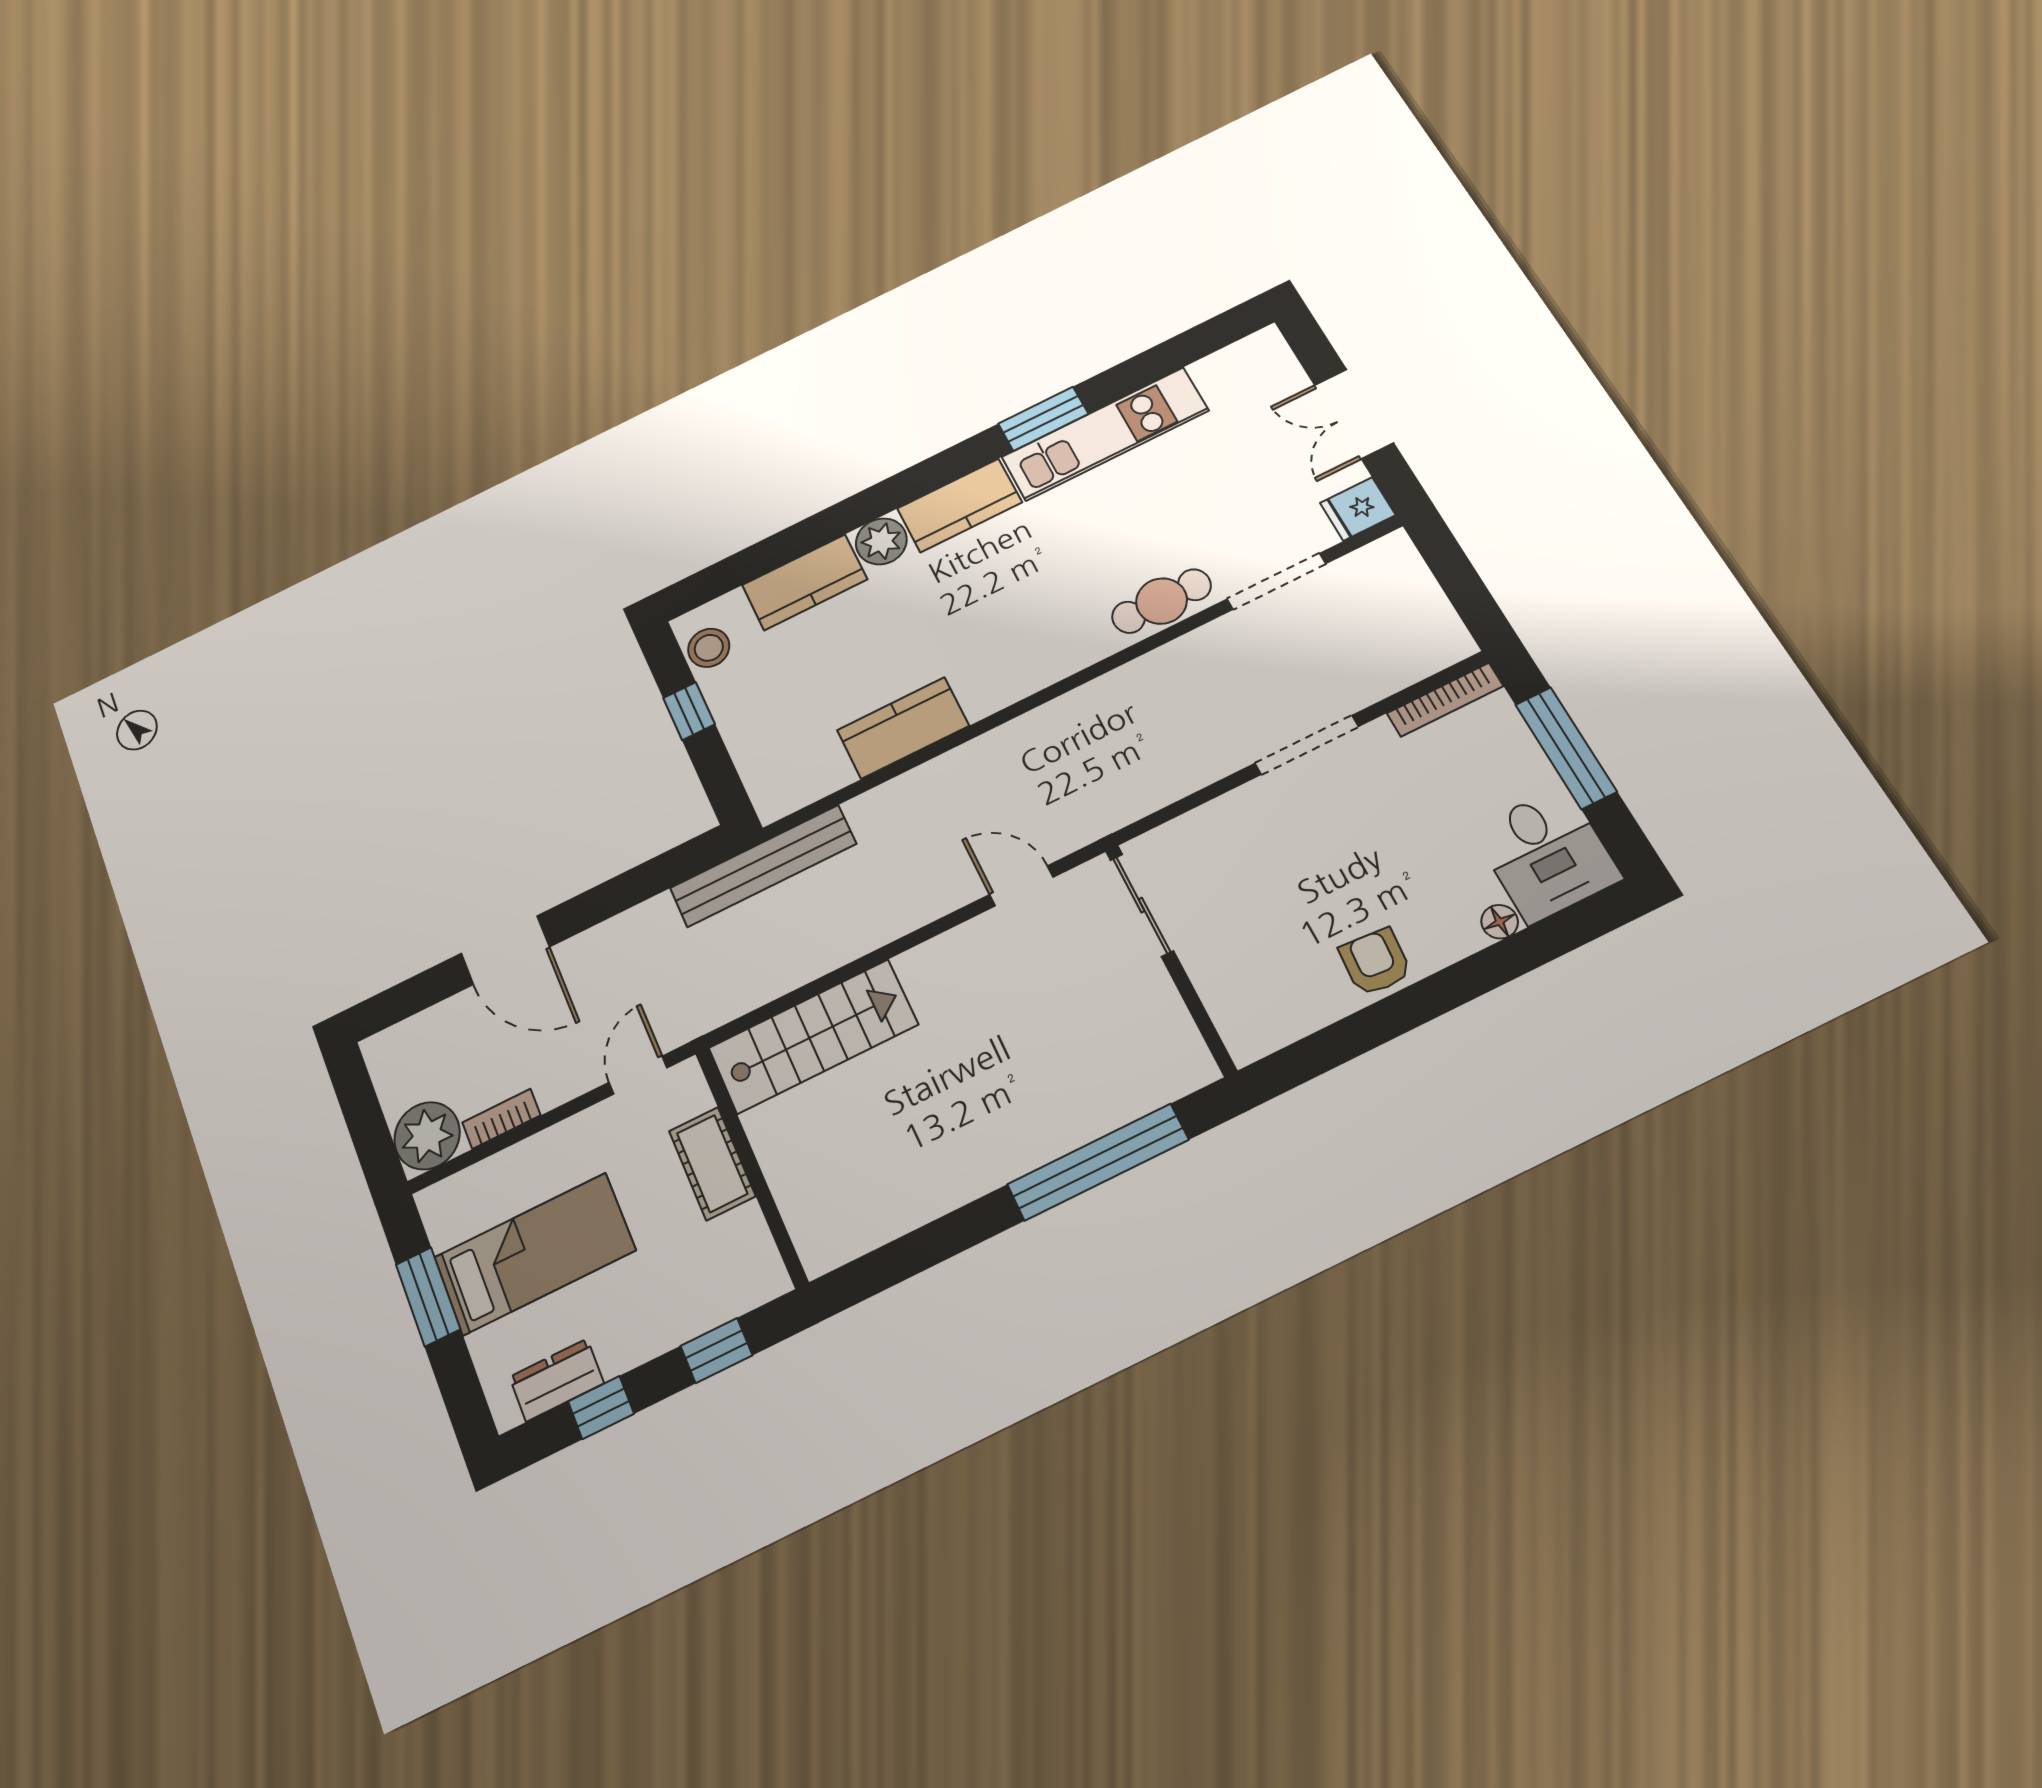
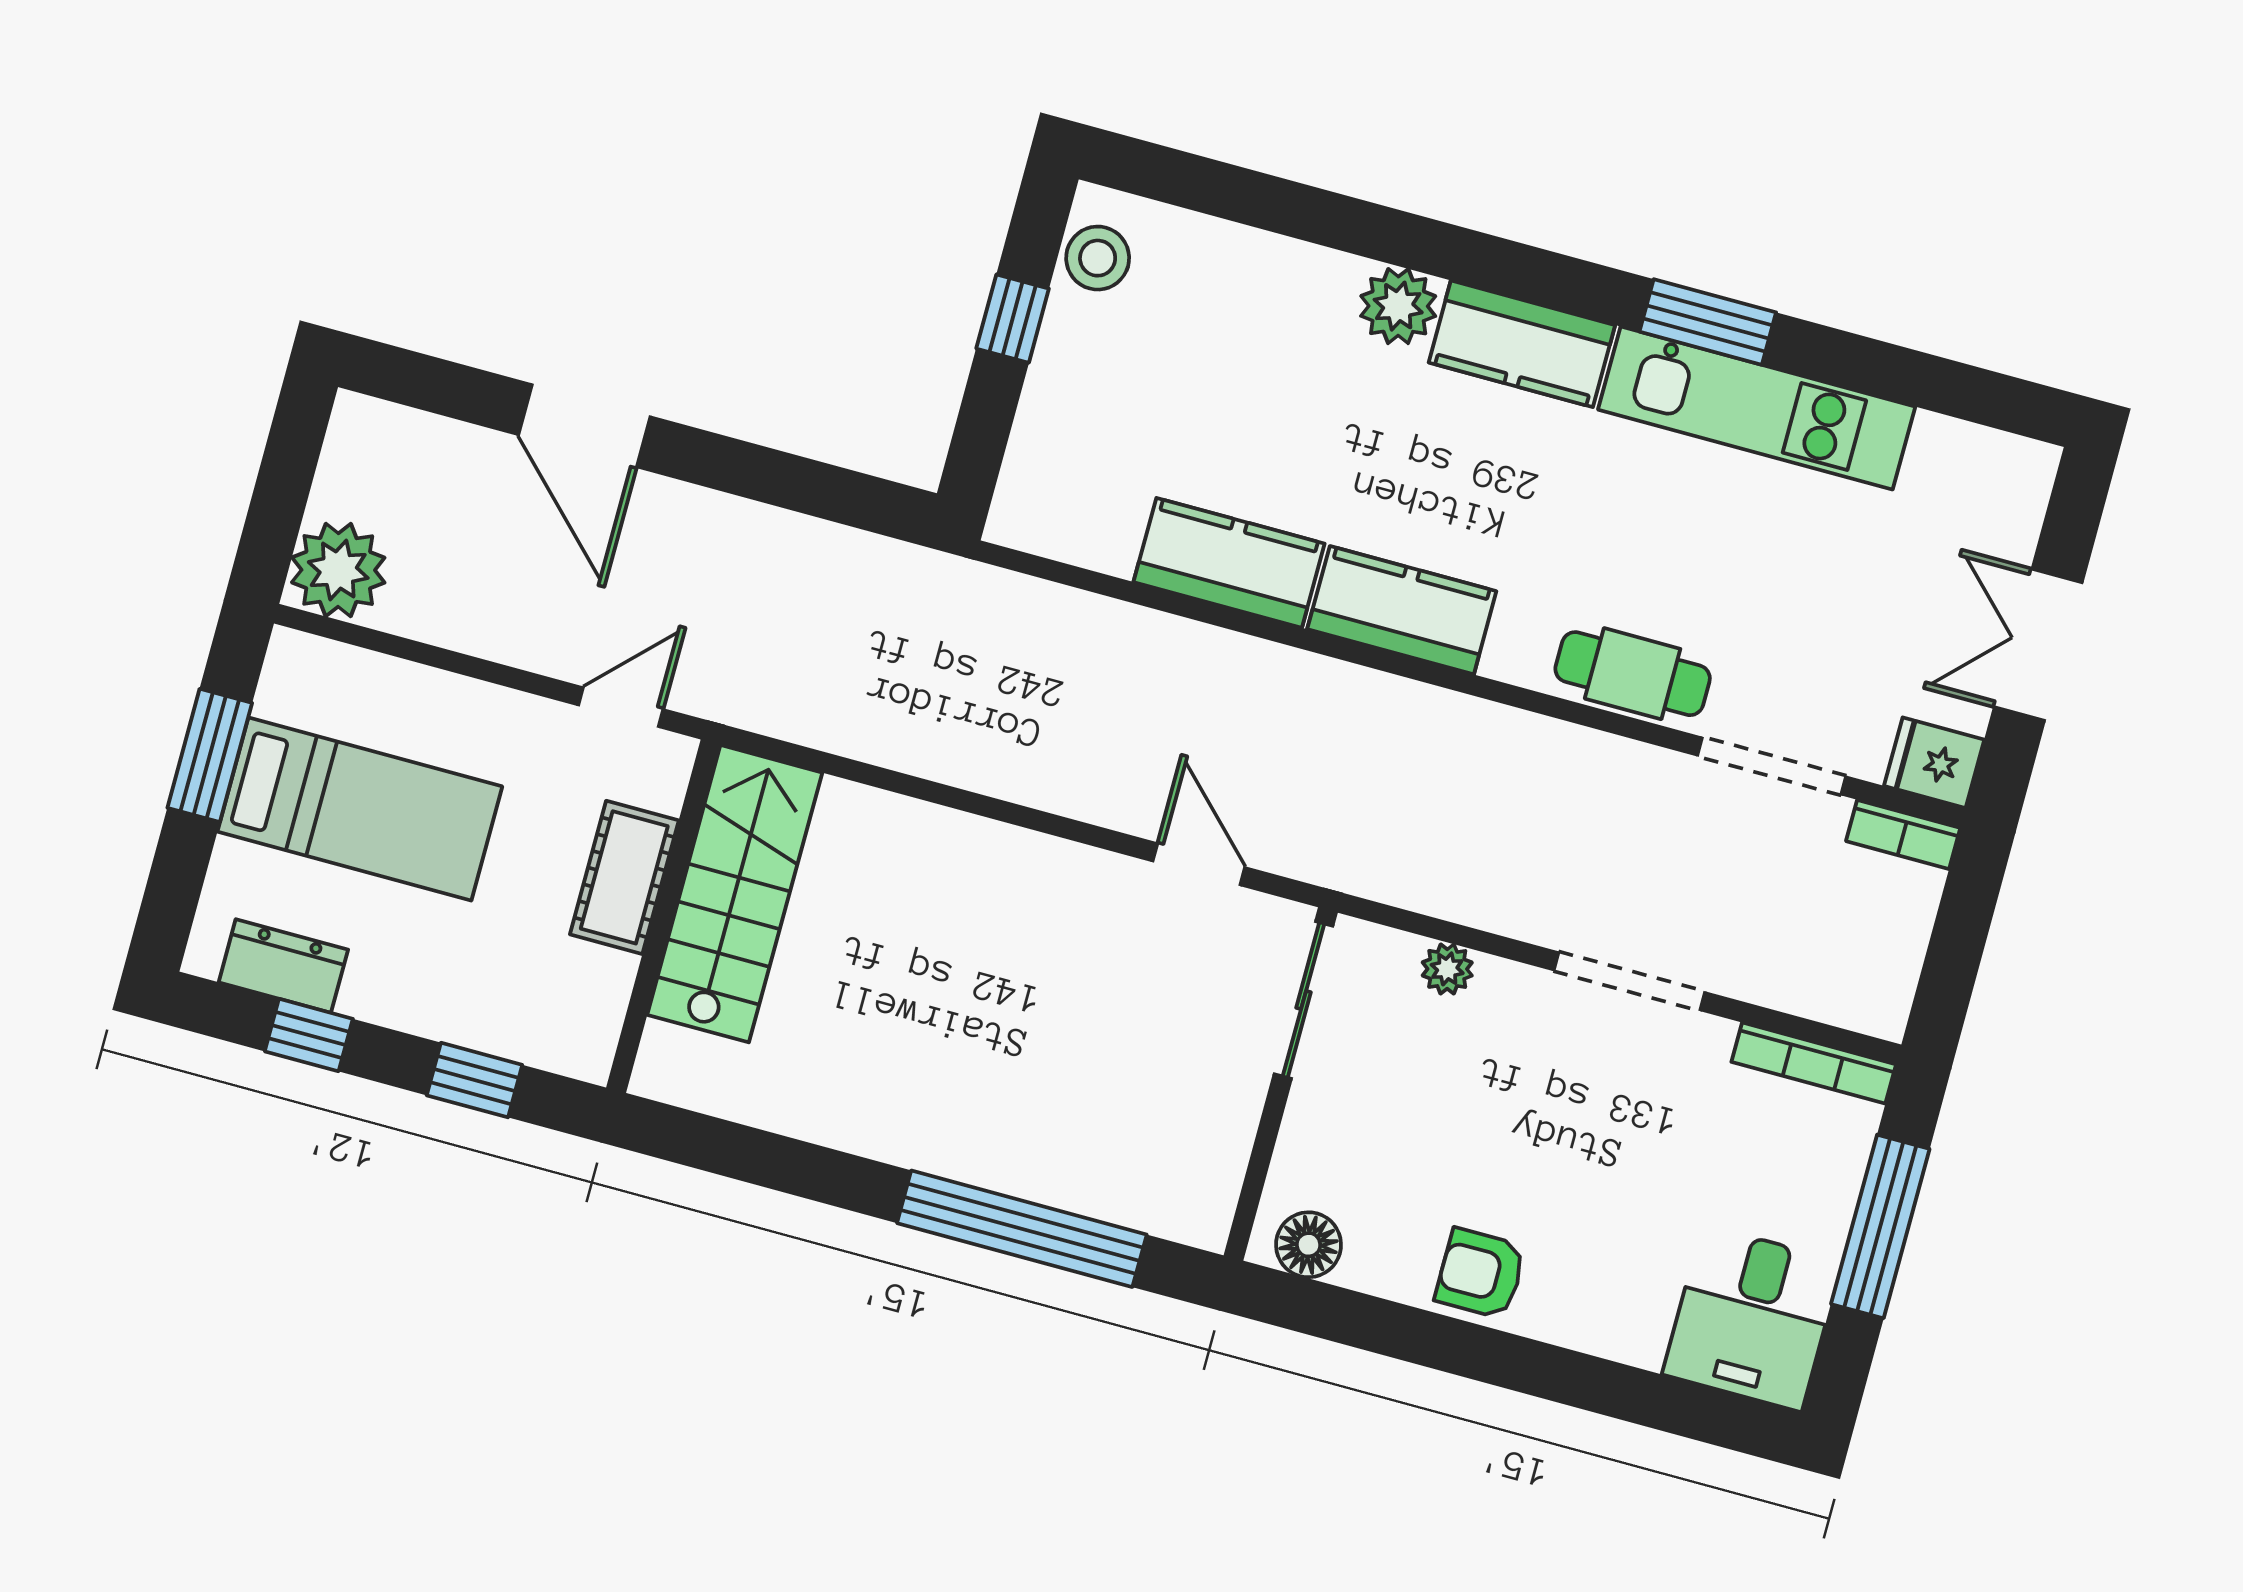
kitchen counter: (805, 582) -> (1402, 610), moved, turned 180
plant: (1204, 823) -> (1447, 969), added
bench: (763, 866) -> (945, 587), removed
floor lamp: (1500, 922) -> (1308, 1245), moved, width x1.37, depth x1.37
armchair: (1375, 962) -> (1481, 1274), turned -94
stairs: (813, 1036) -> (735, 894), moved, turned -90
bookcase: (501, 1119) -> (1903, 834), moved, turned 180

